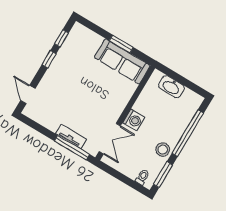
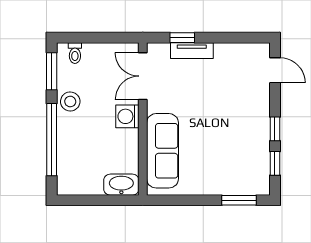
window: (121, 44) -> (239, 200), moved
sofa: (122, 61) -> (162, 151), moved, turned 90
washbasin: (171, 87) -> (121, 185), moved
window: (72, 148) -> (182, 38), width x0.46

